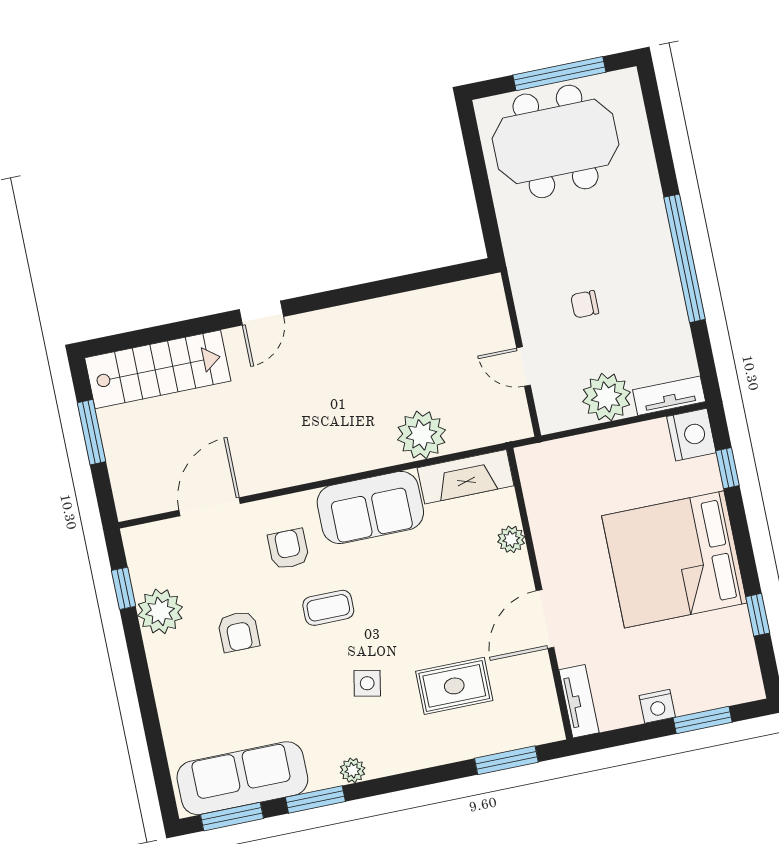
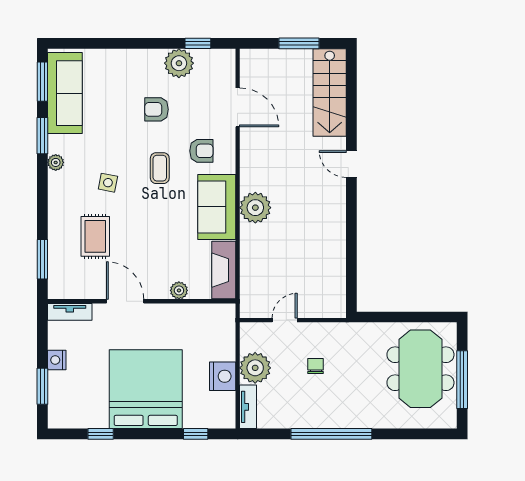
plant: (421, 435) -> (255, 208), moved
nightstand: (691, 435) -> (223, 376), moved, turned -90

